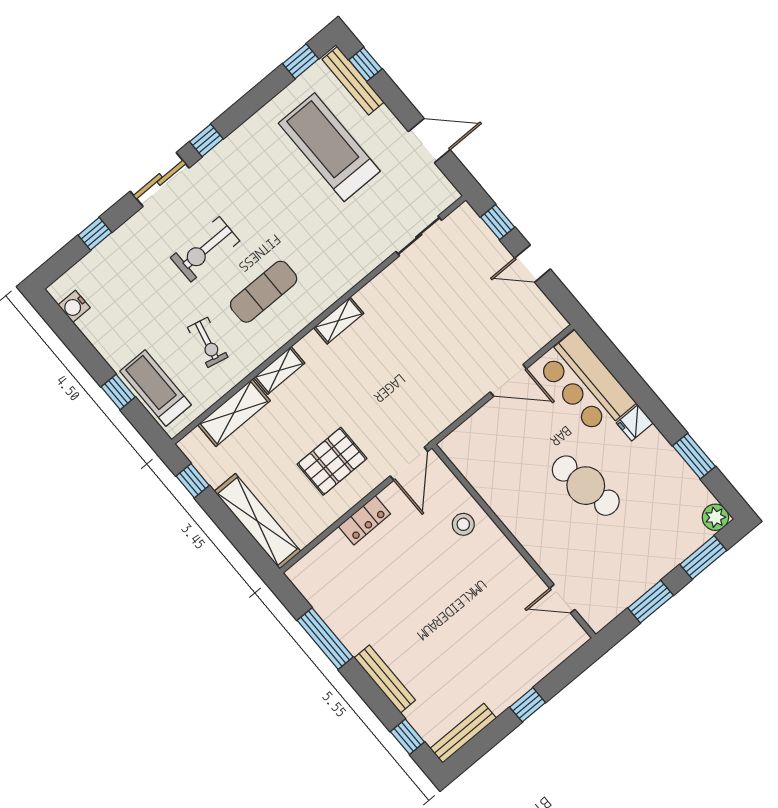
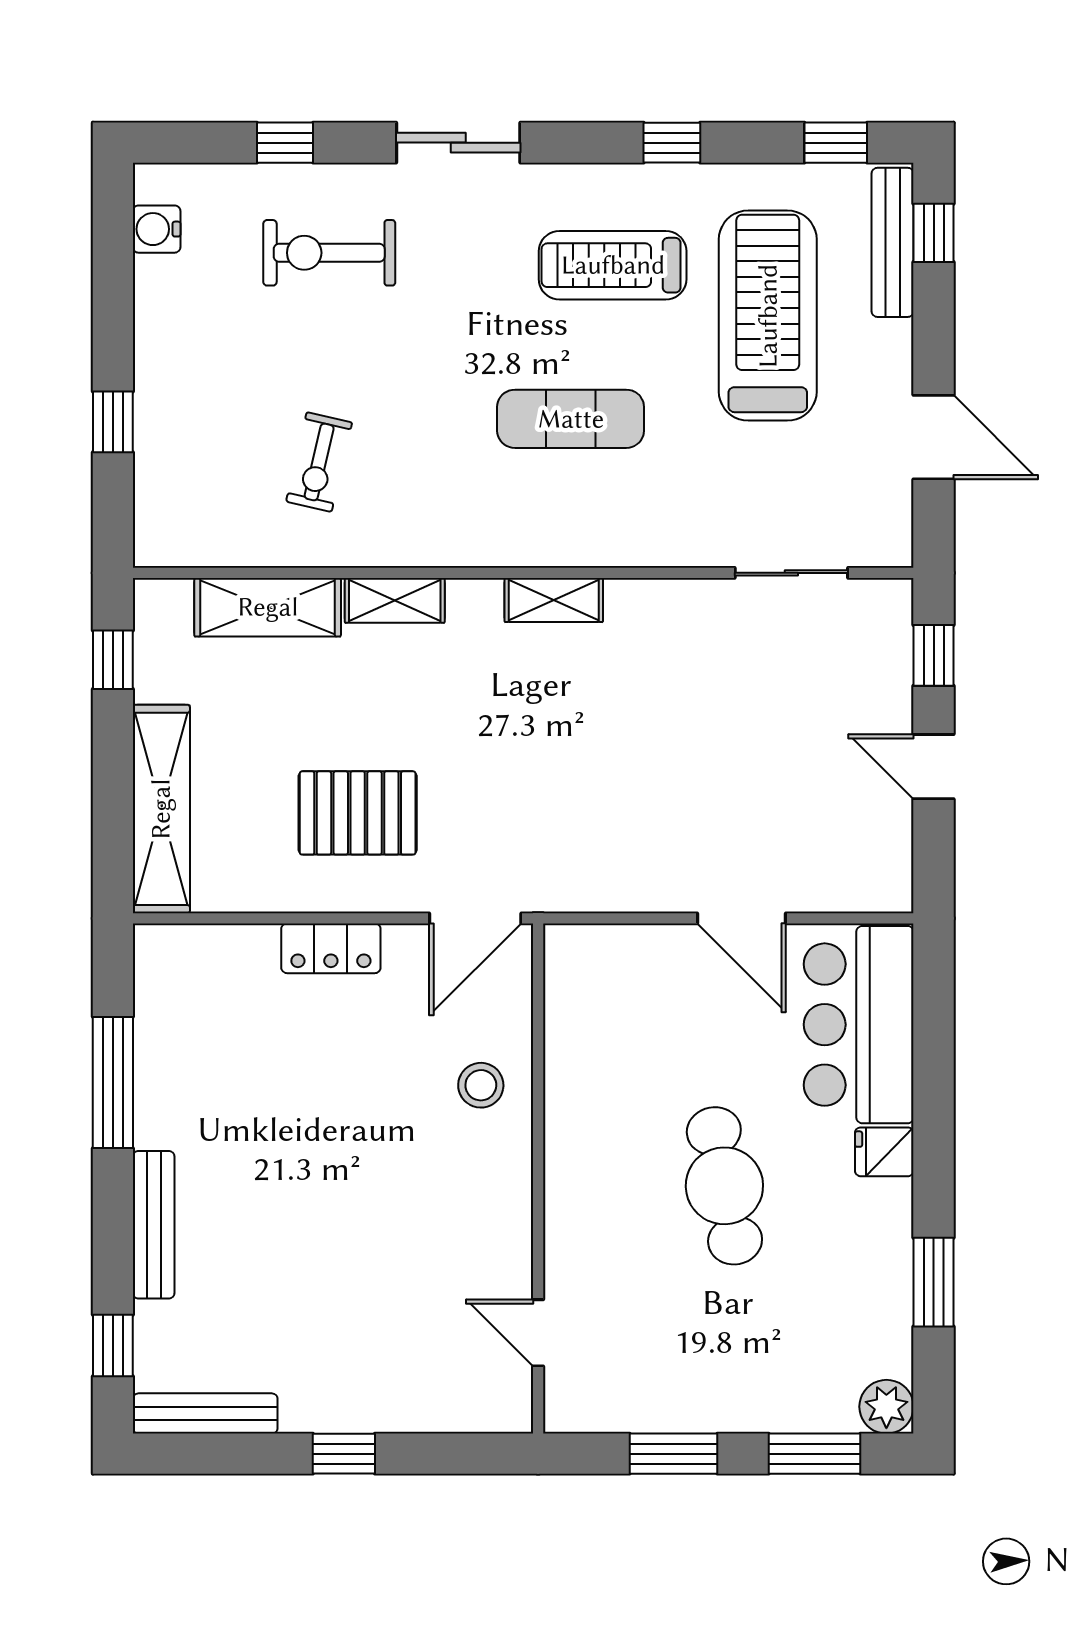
window: (206, 140) -> (672, 143), moved
exercise bike: (205, 249) -> (329, 253), moved
exercise mat: (264, 292) -> (571, 419), moved
treadmill: (156, 388) -> (613, 265), moved, turned -90

